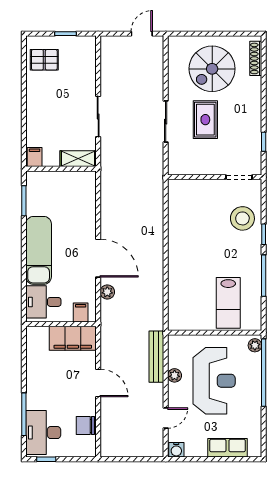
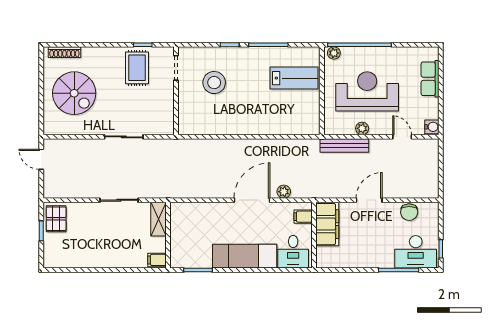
pallet: (44, 60) -> (56, 219), moved
rug: (205, 120) -> (137, 68), moved, turned 90
stool: (242, 218) -> (214, 83), moved

